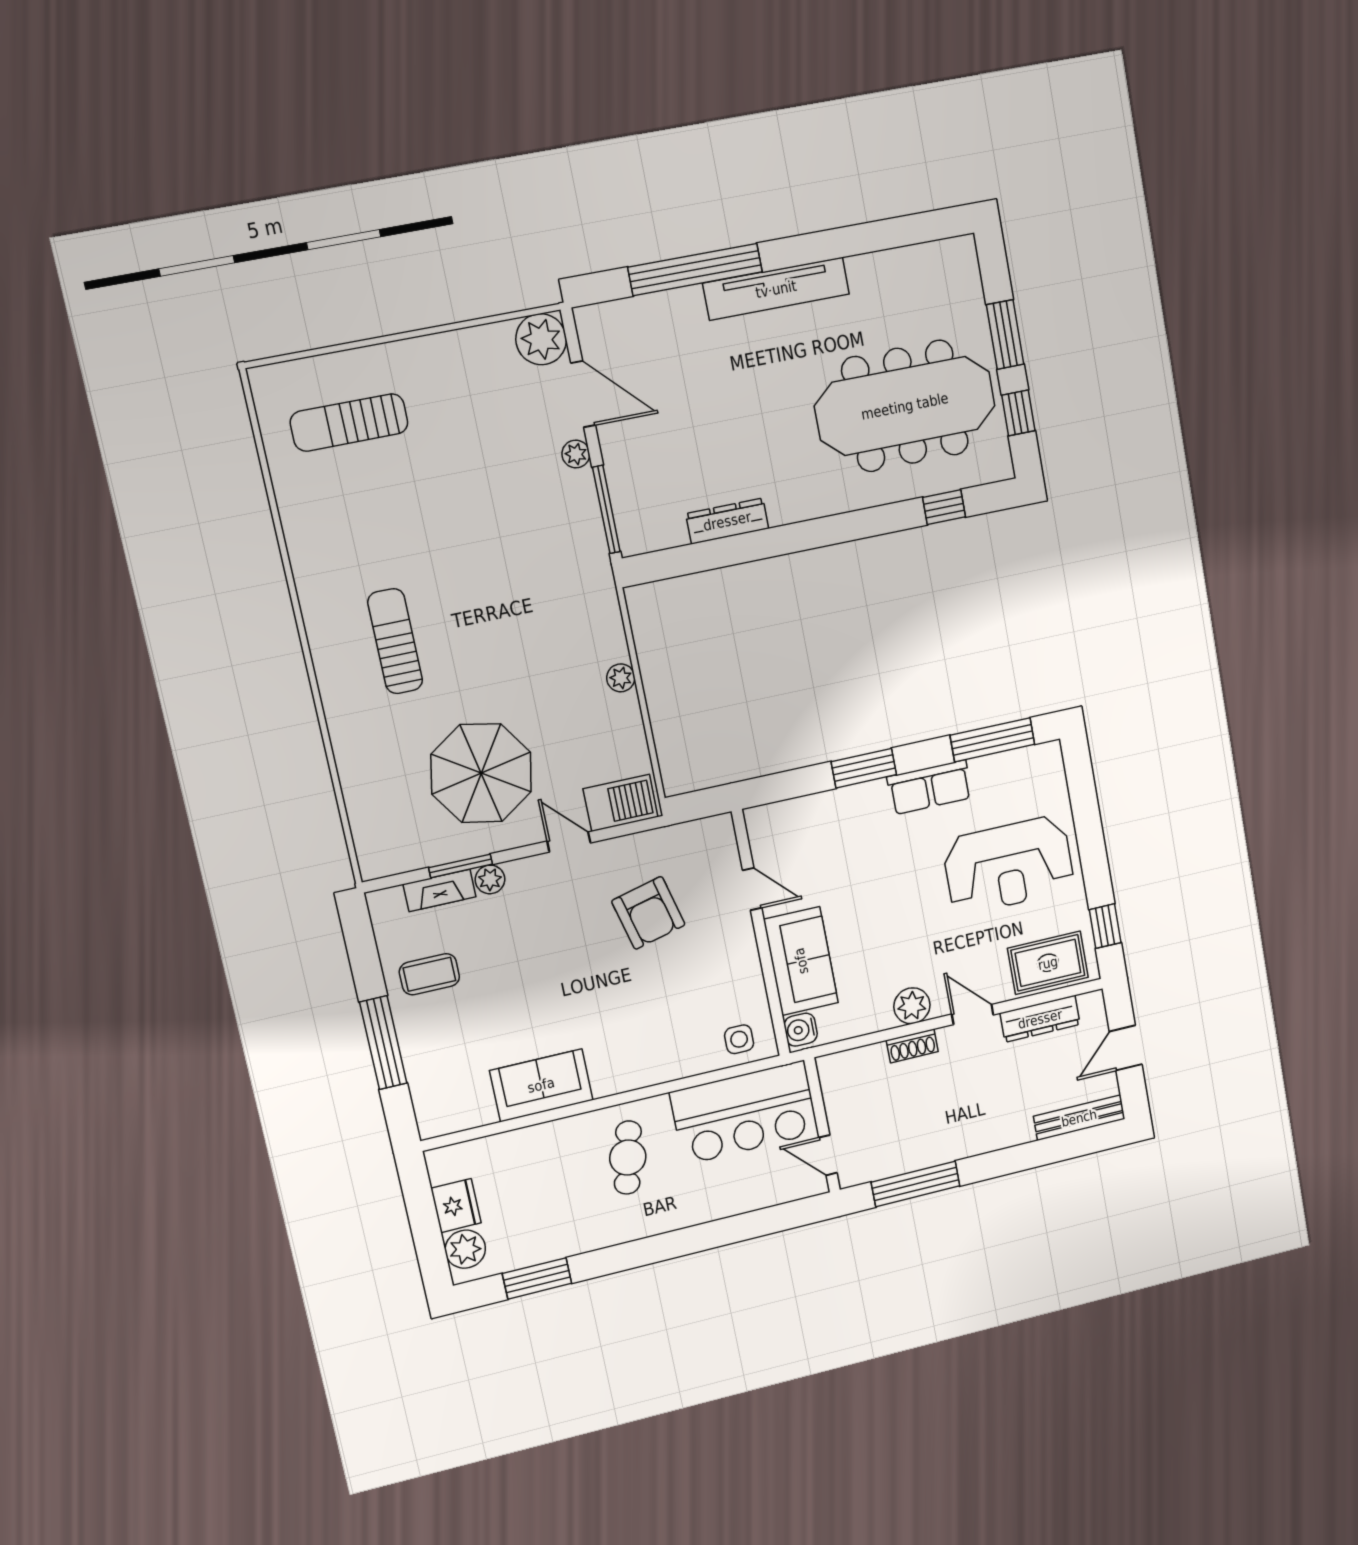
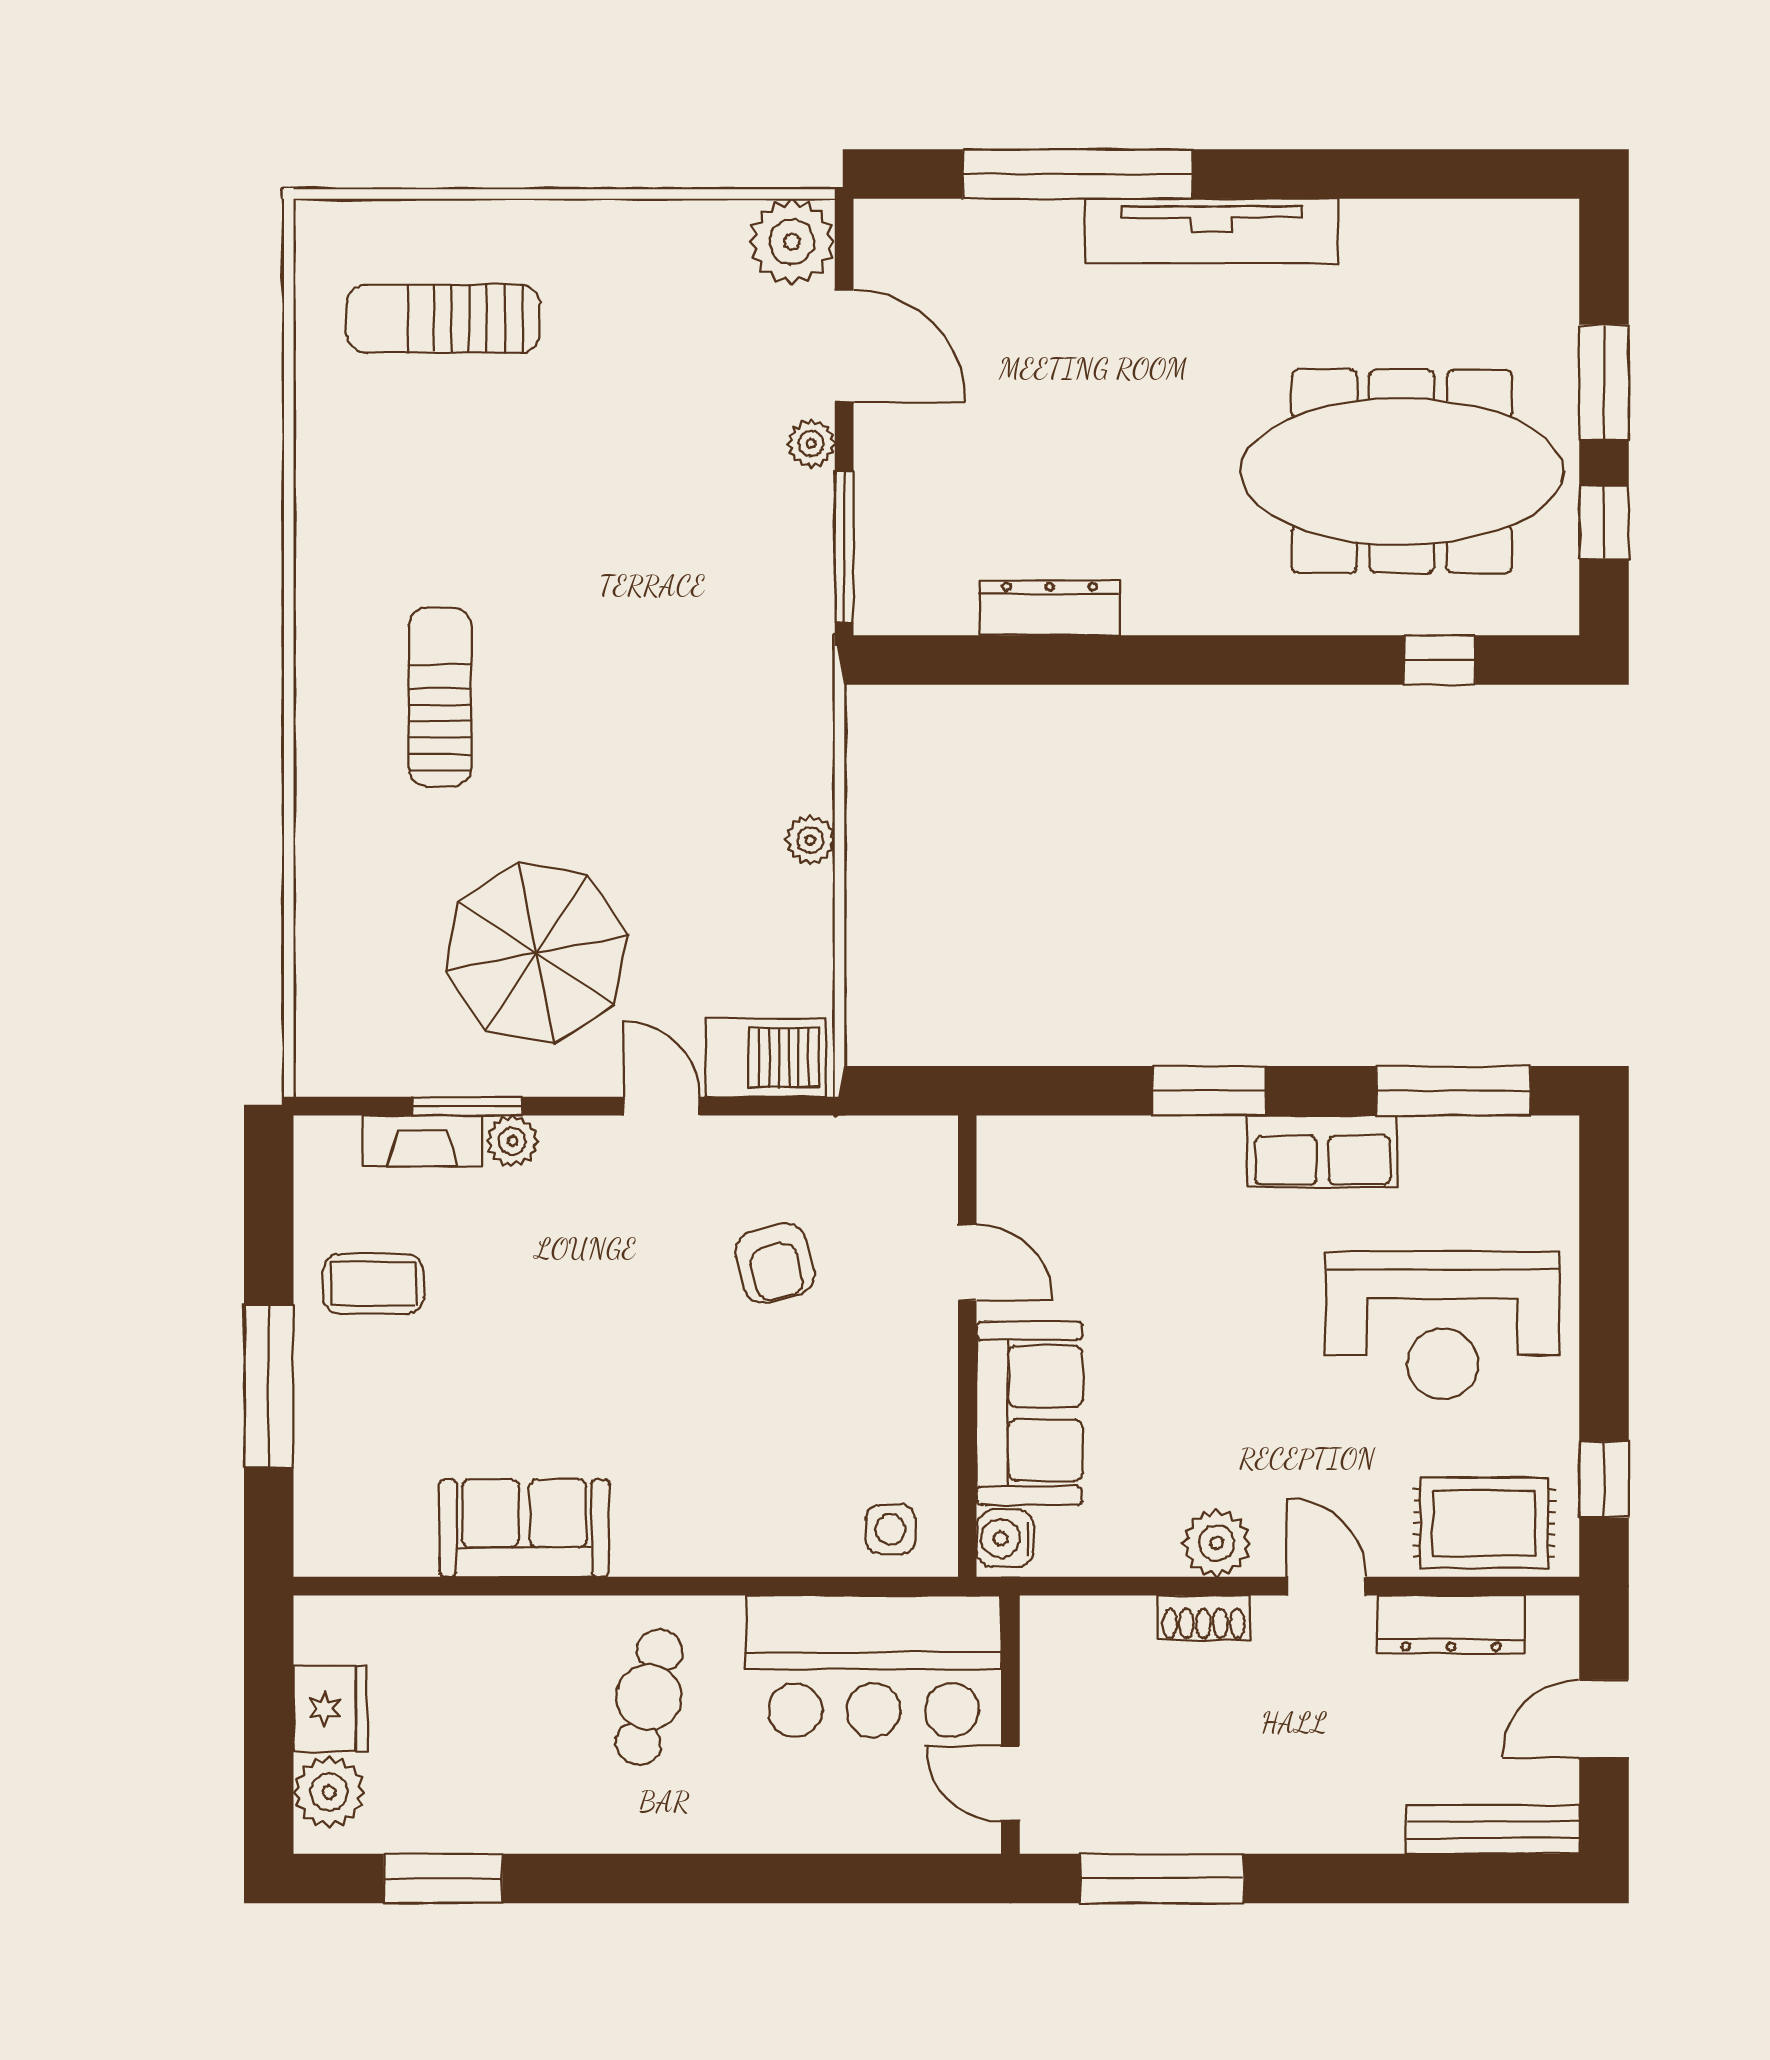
armchair: (648, 913) -> (775, 1263), width x0.72, depth x0.72

